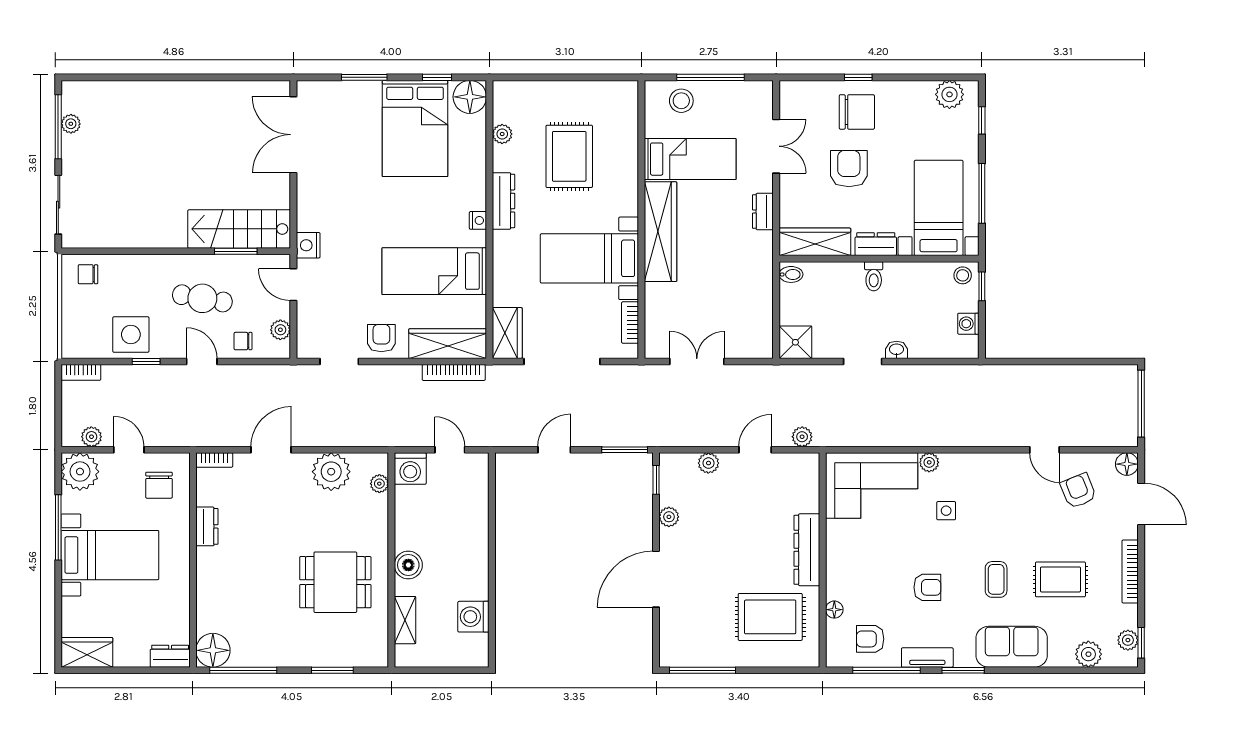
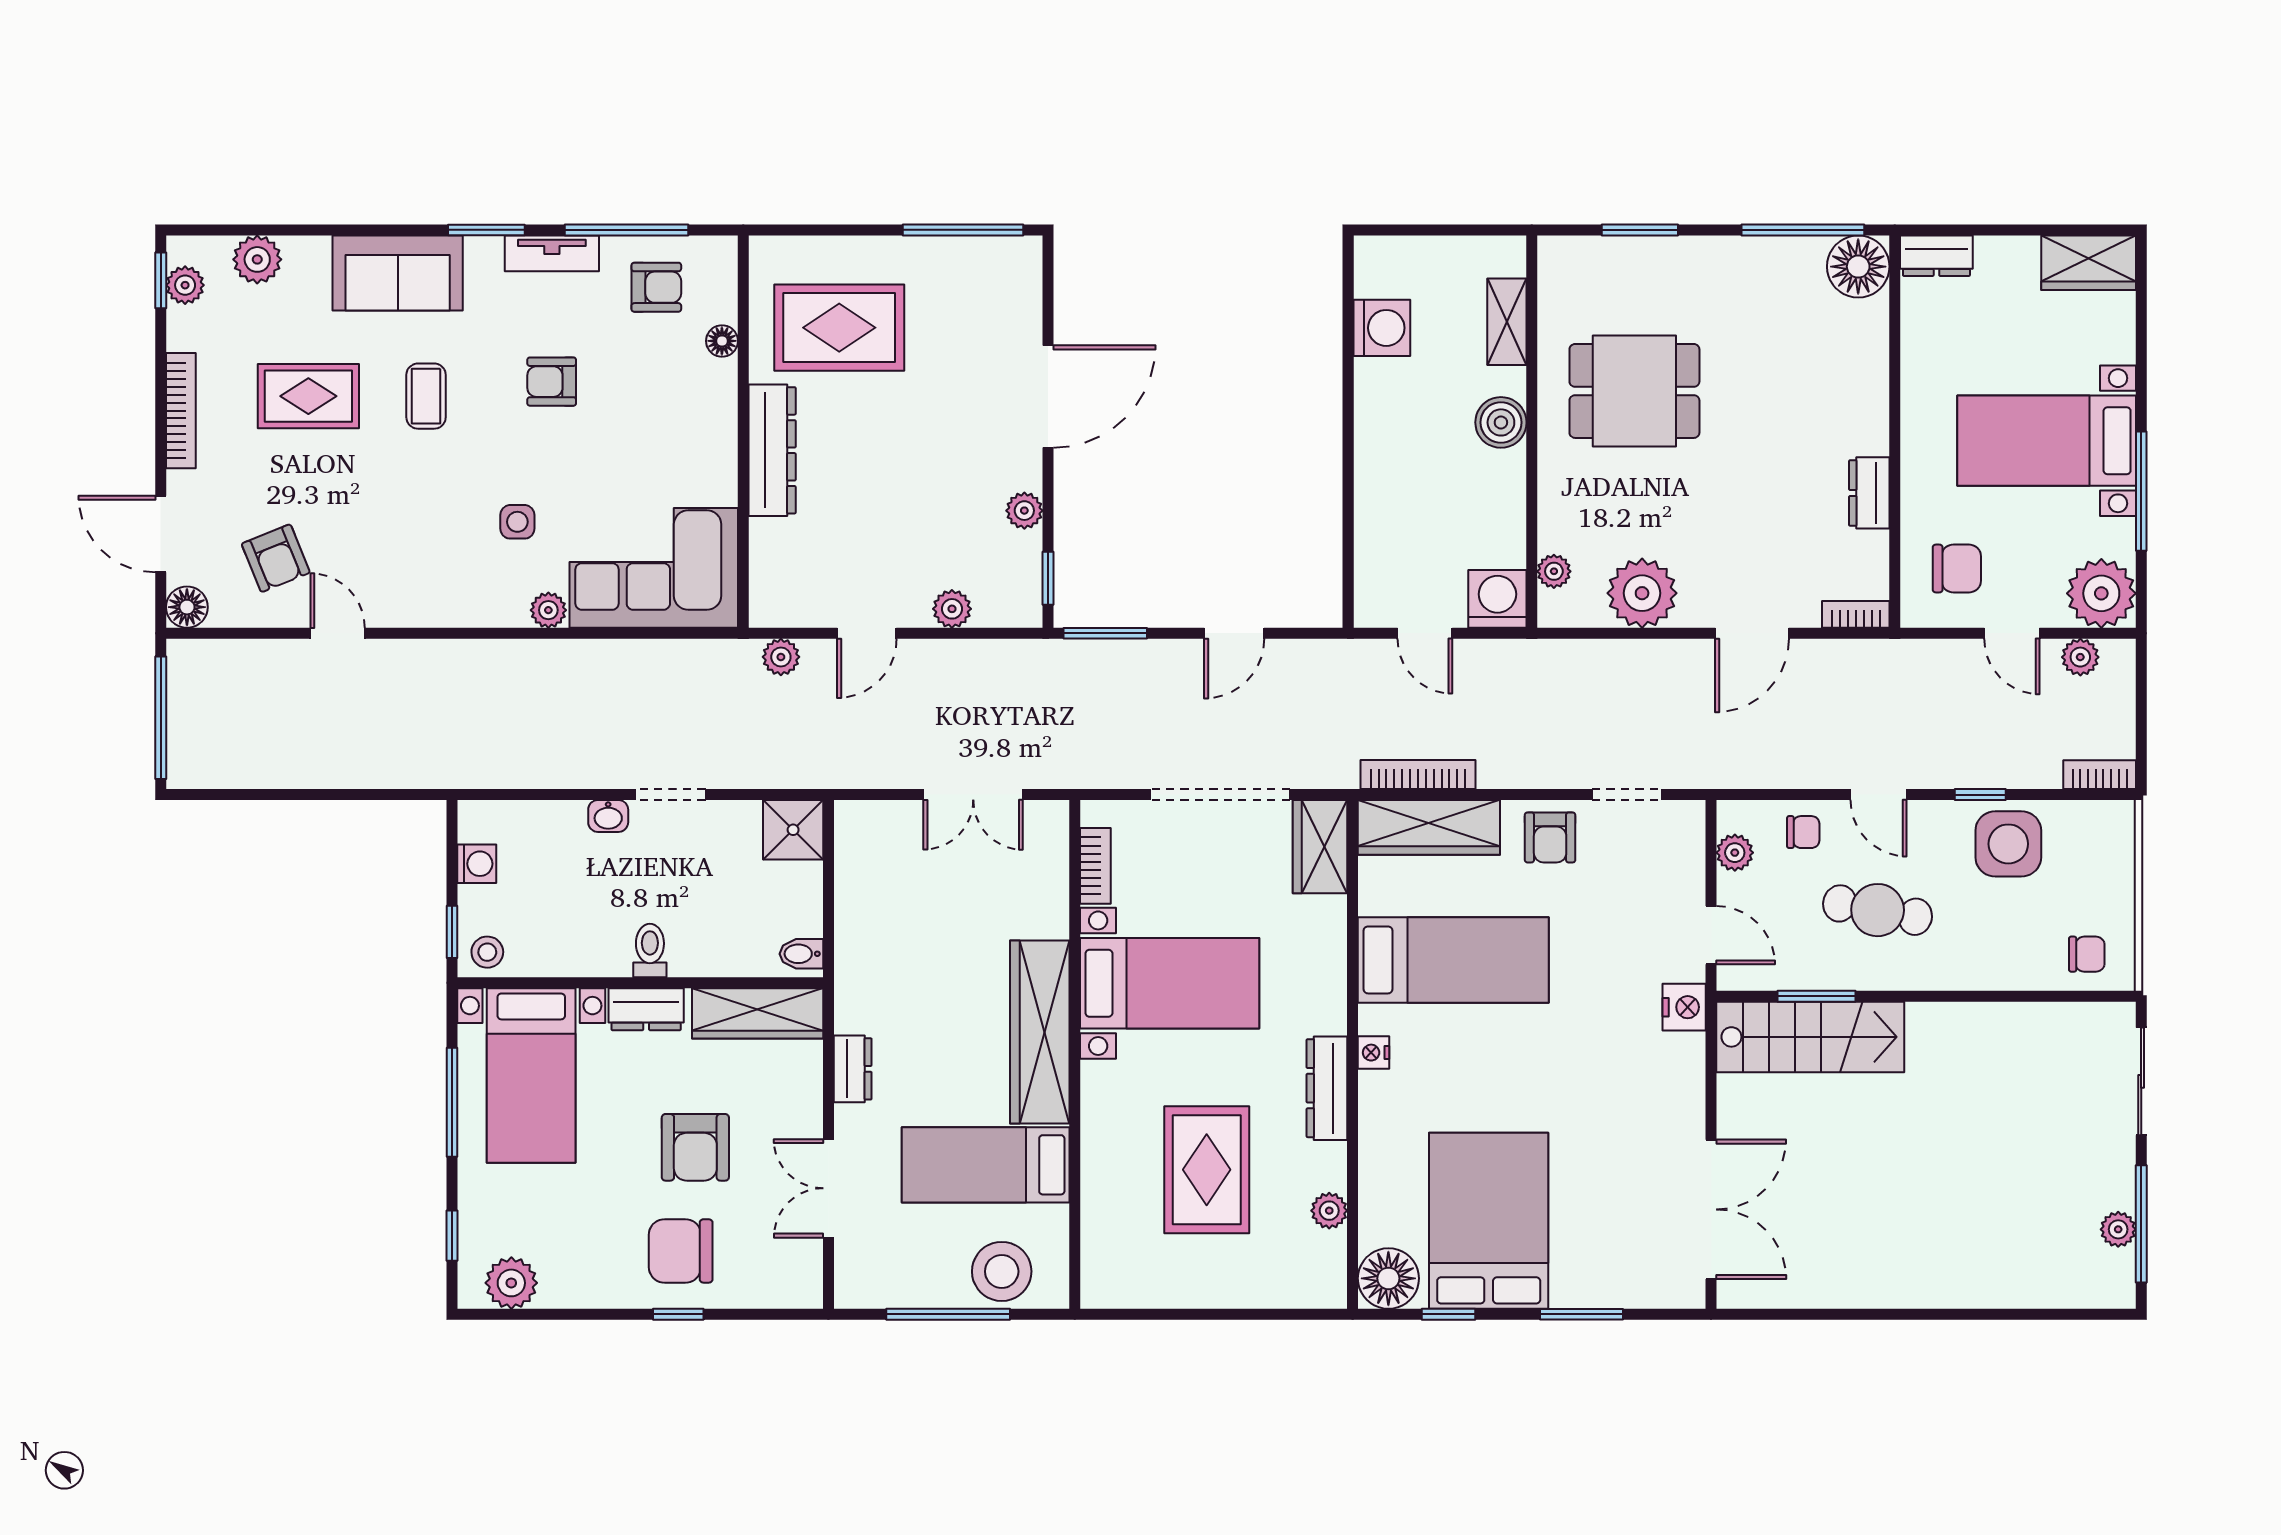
stool: (681, 101) -> (1002, 1271), width x1.38, depth x1.38
chair: (159, 485) -> (1957, 569), turned 90

